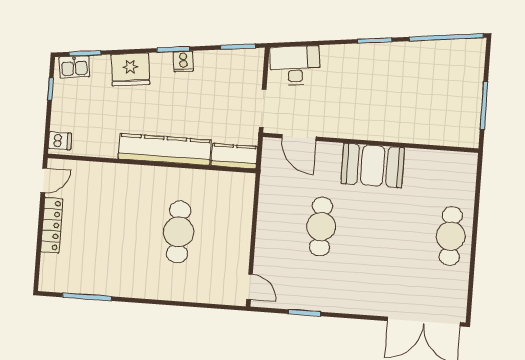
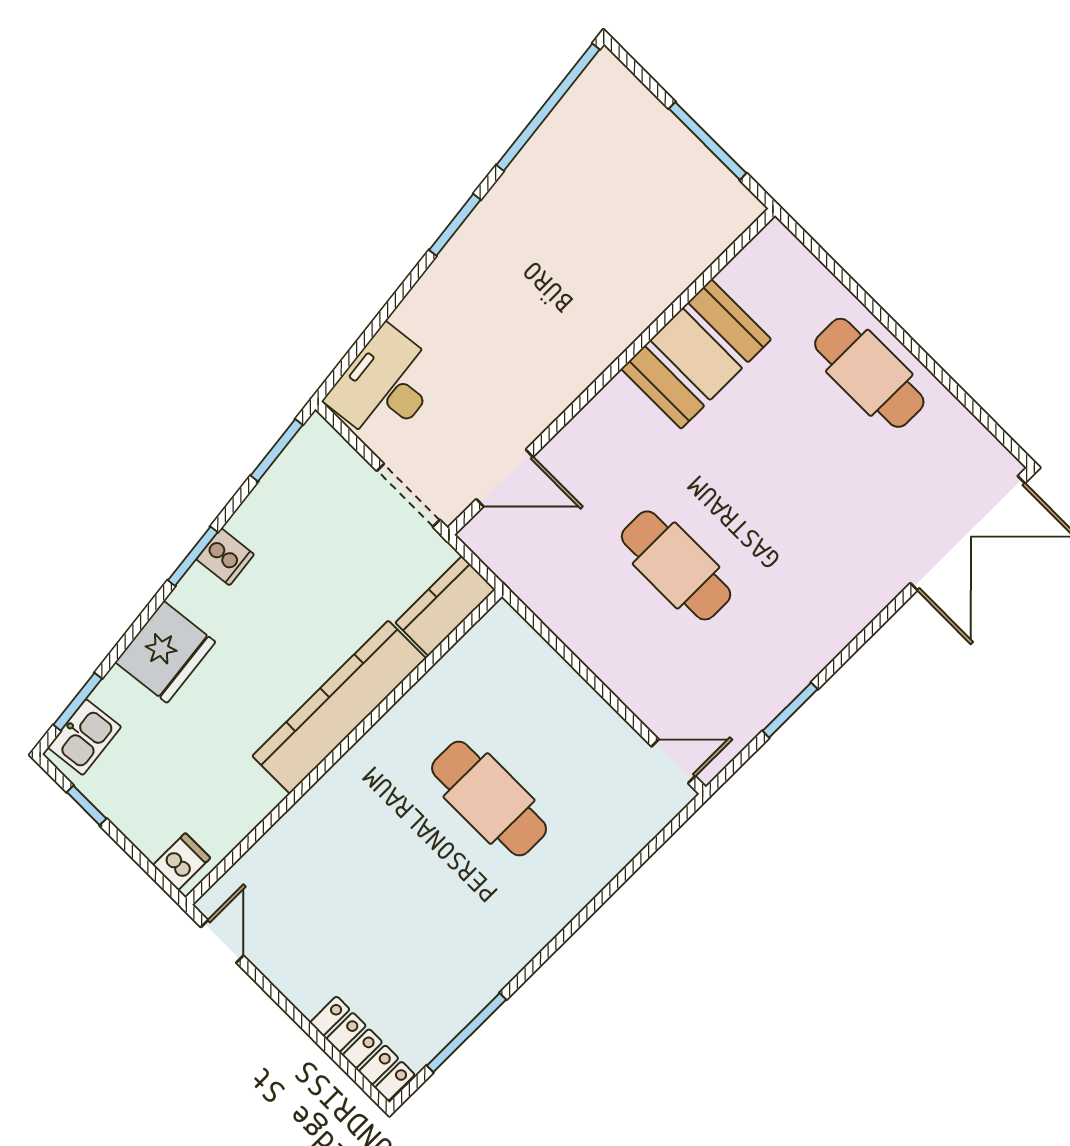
booth: (373, 166) -> (696, 354), moved
locker: (52, 225) -> (362, 1049), moved

